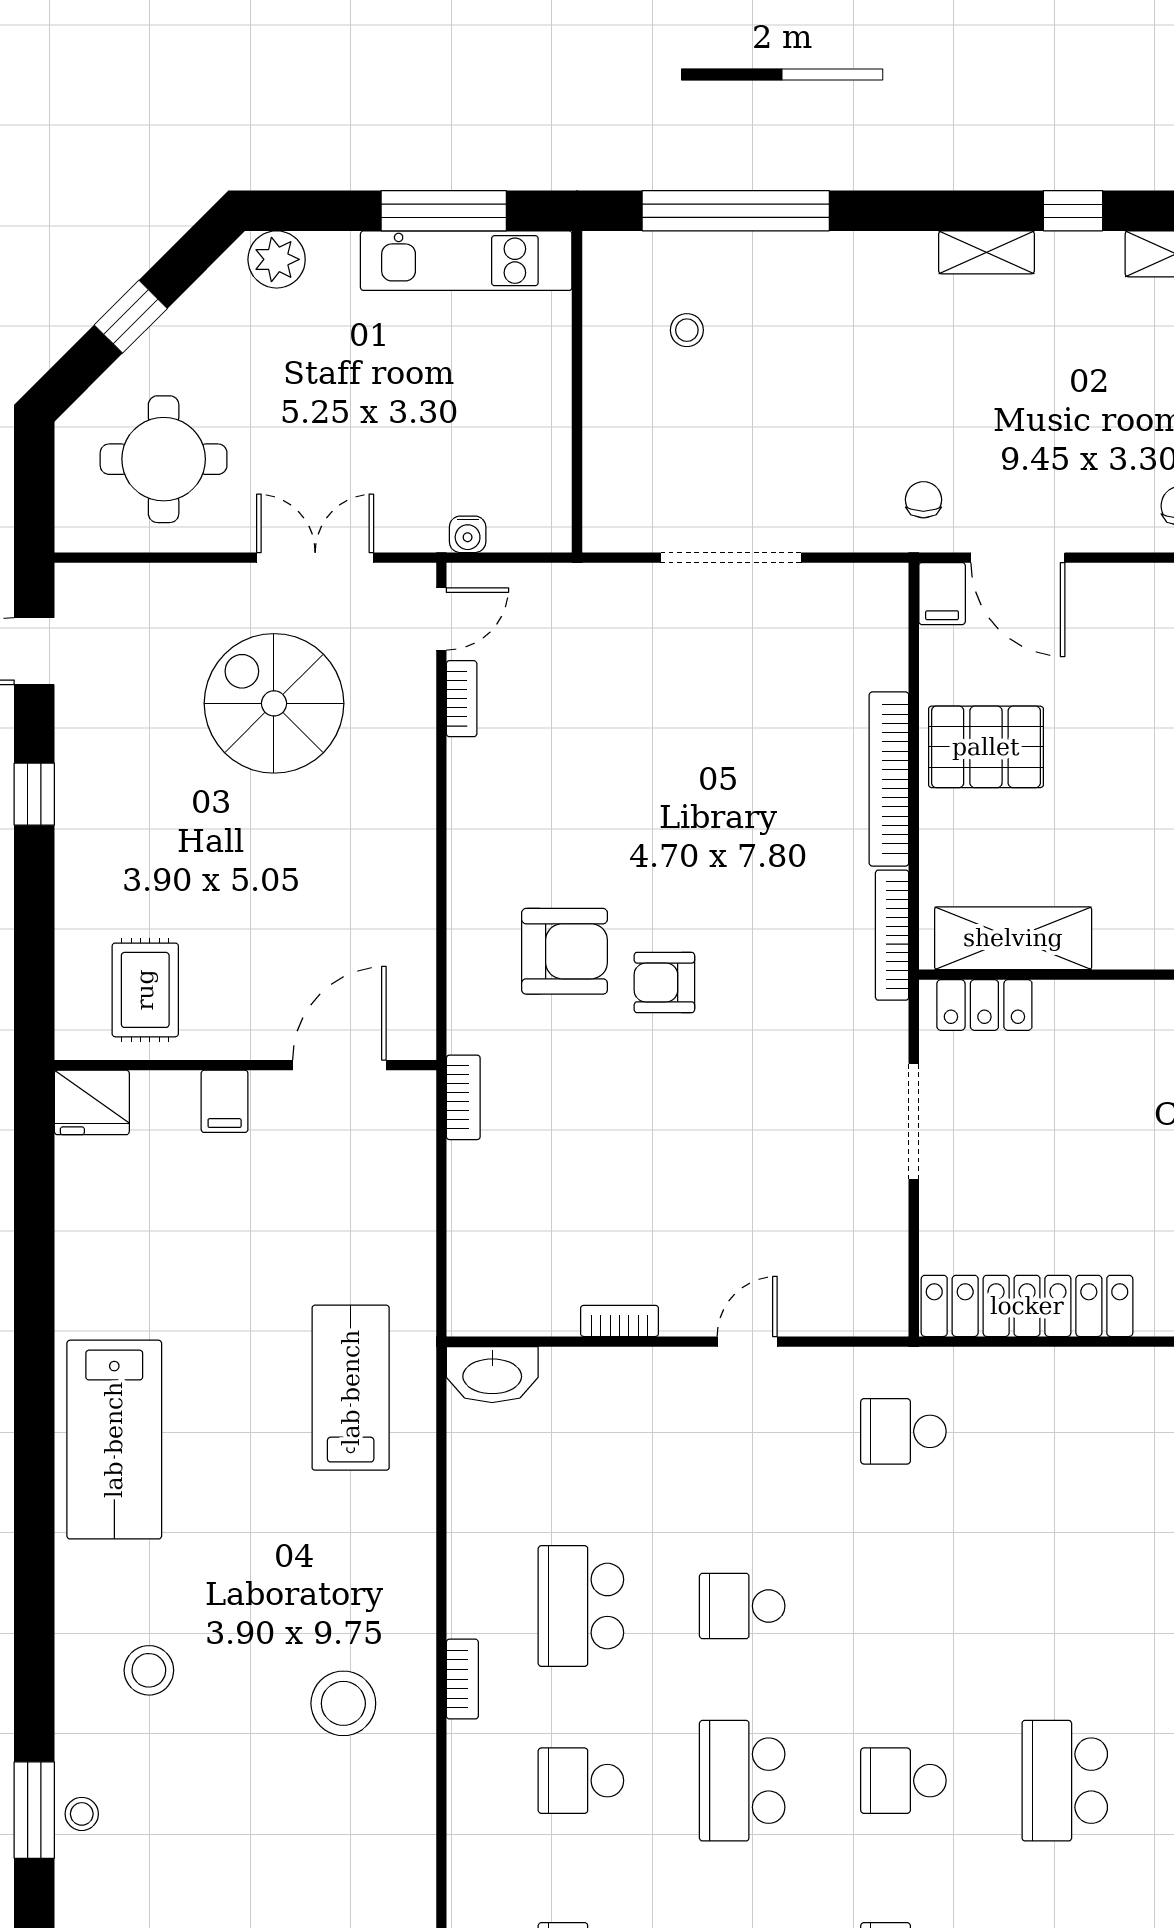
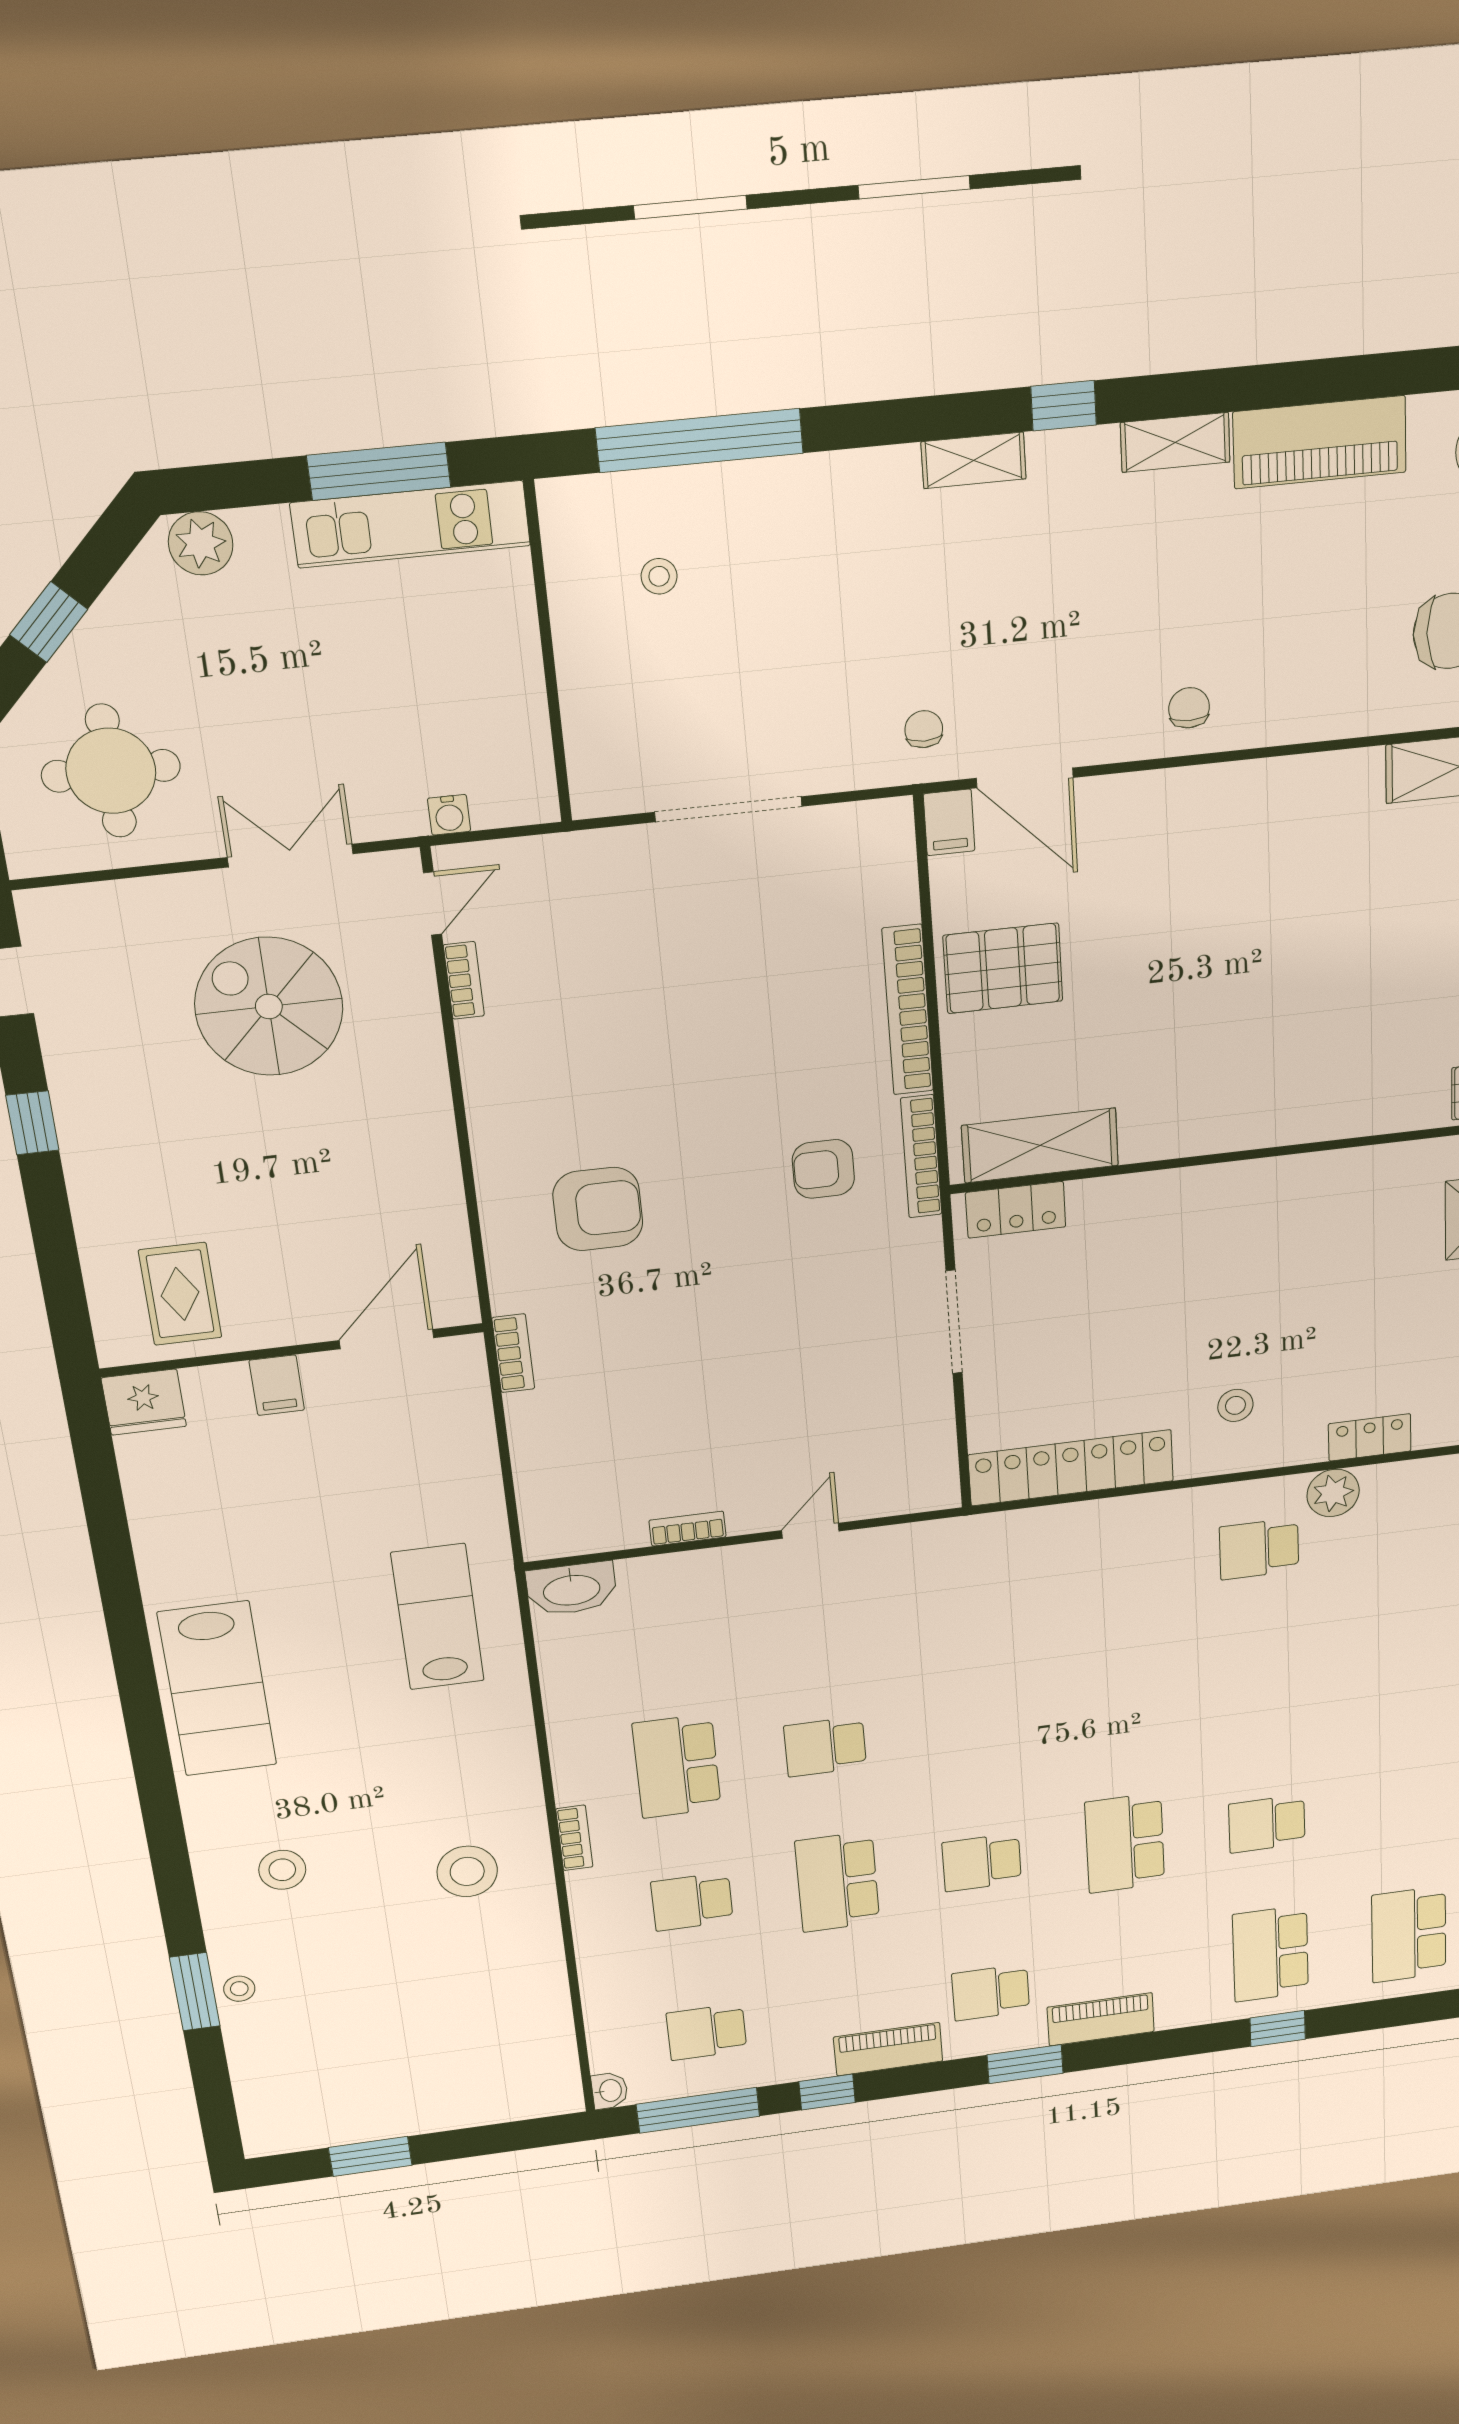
armchair: (664, 982) -> (823, 1169), moved
school desk: (903, 1431) -> (962, 1587), removed

